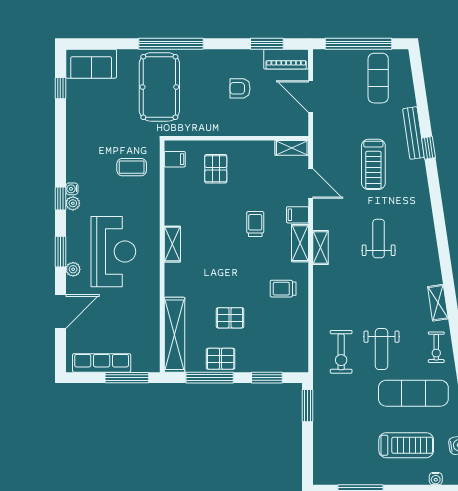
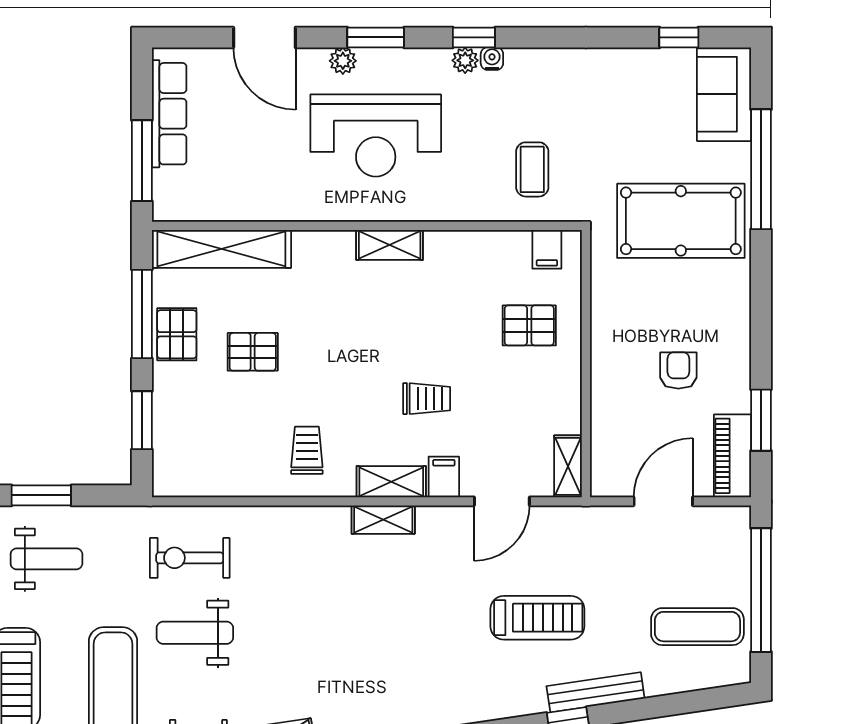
window: (171, 44) -> (761, 169), moved
treadmill: (373, 164) -> (537, 618), turned 180
weight bench: (379, 239) -> (46, 559), moved
pallet: (230, 318) -> (253, 352), turned 90
window: (307, 406) -> (41, 495), moved

